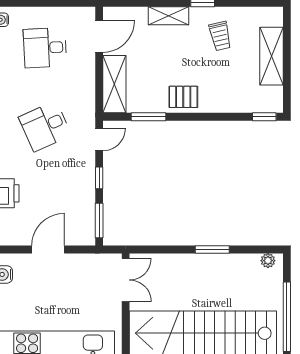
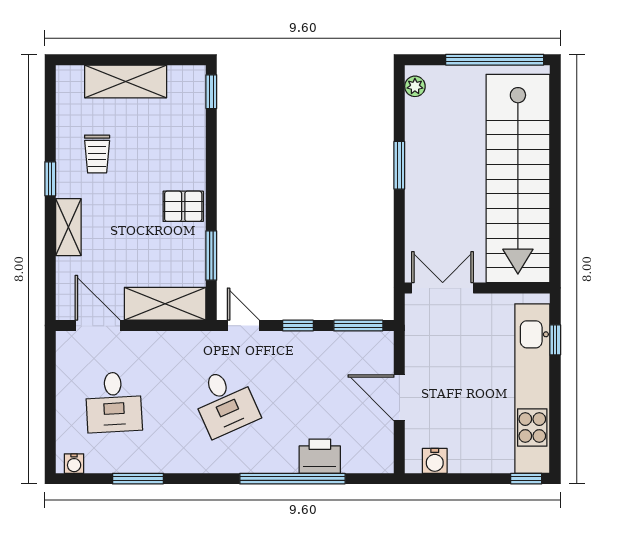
trolley: (220, 36) -> (97, 154), turned 103
pallet: (183, 97) -> (183, 206), turned 90

